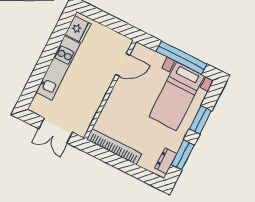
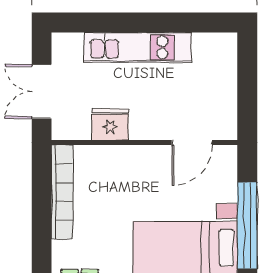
fridge: (78, 29) -> (110, 124), moved, turned 180
door: (123, 65) -> (192, 142), hinge flipped

